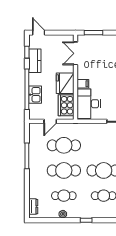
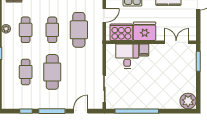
desk: (89, 104) -> (127, 56), width x0.73
door: (50, 121) -> (104, 15), swing flipped
cafe table: (64, 170) -> (52, 30), width x0.73, depth x0.74

